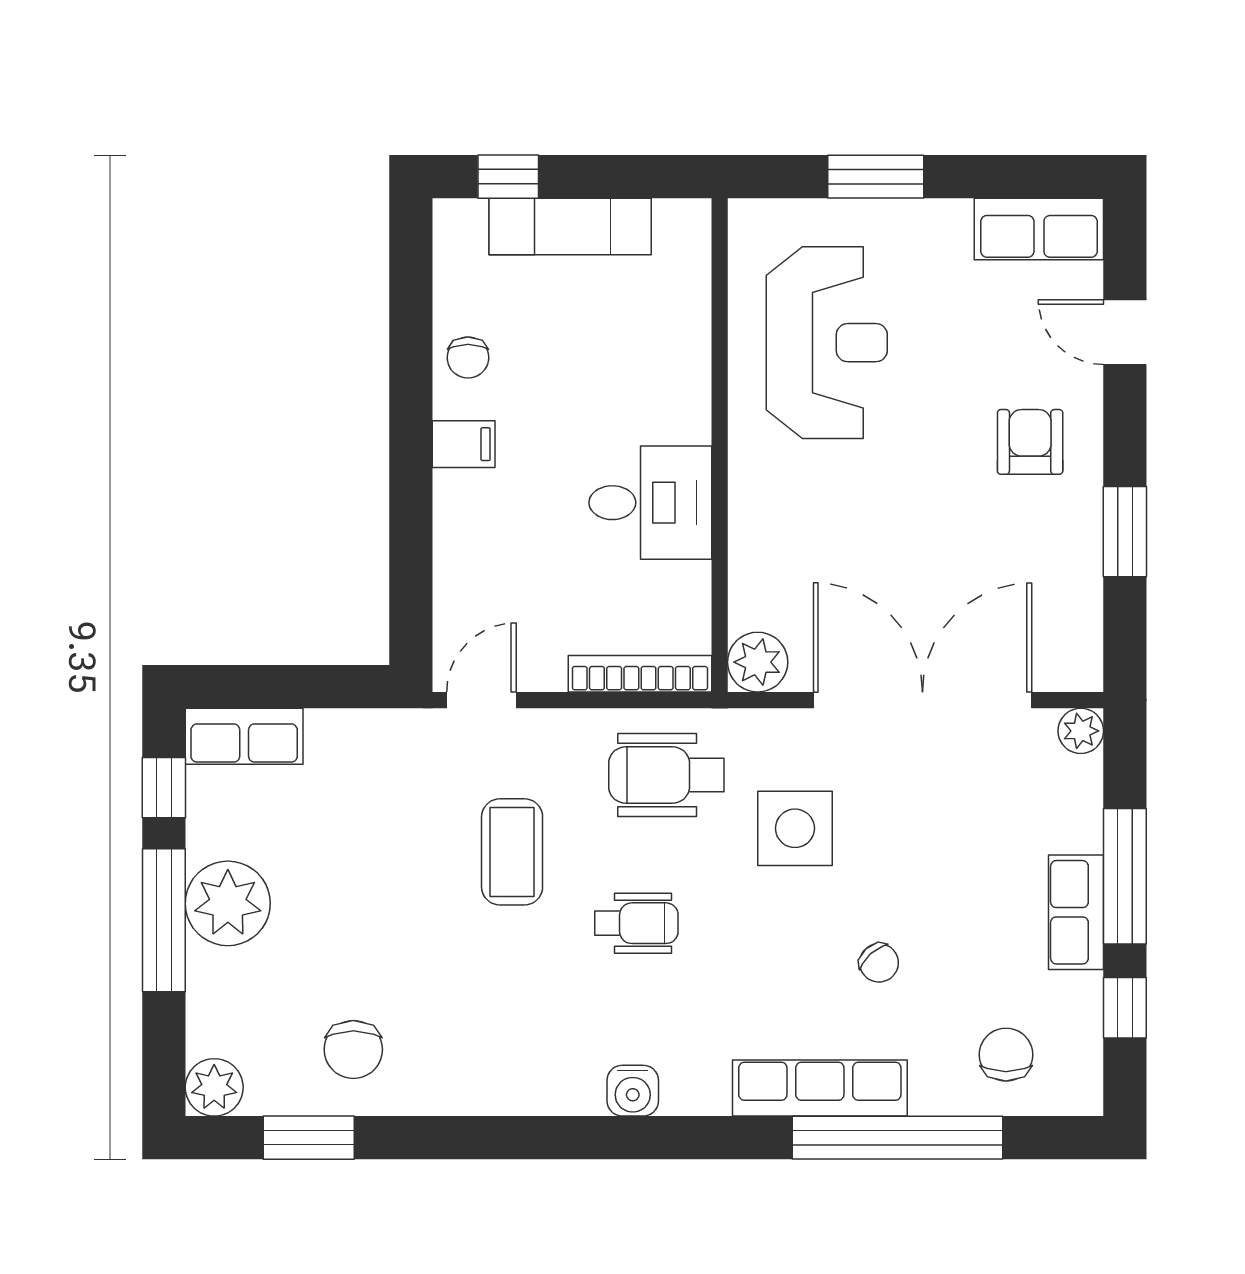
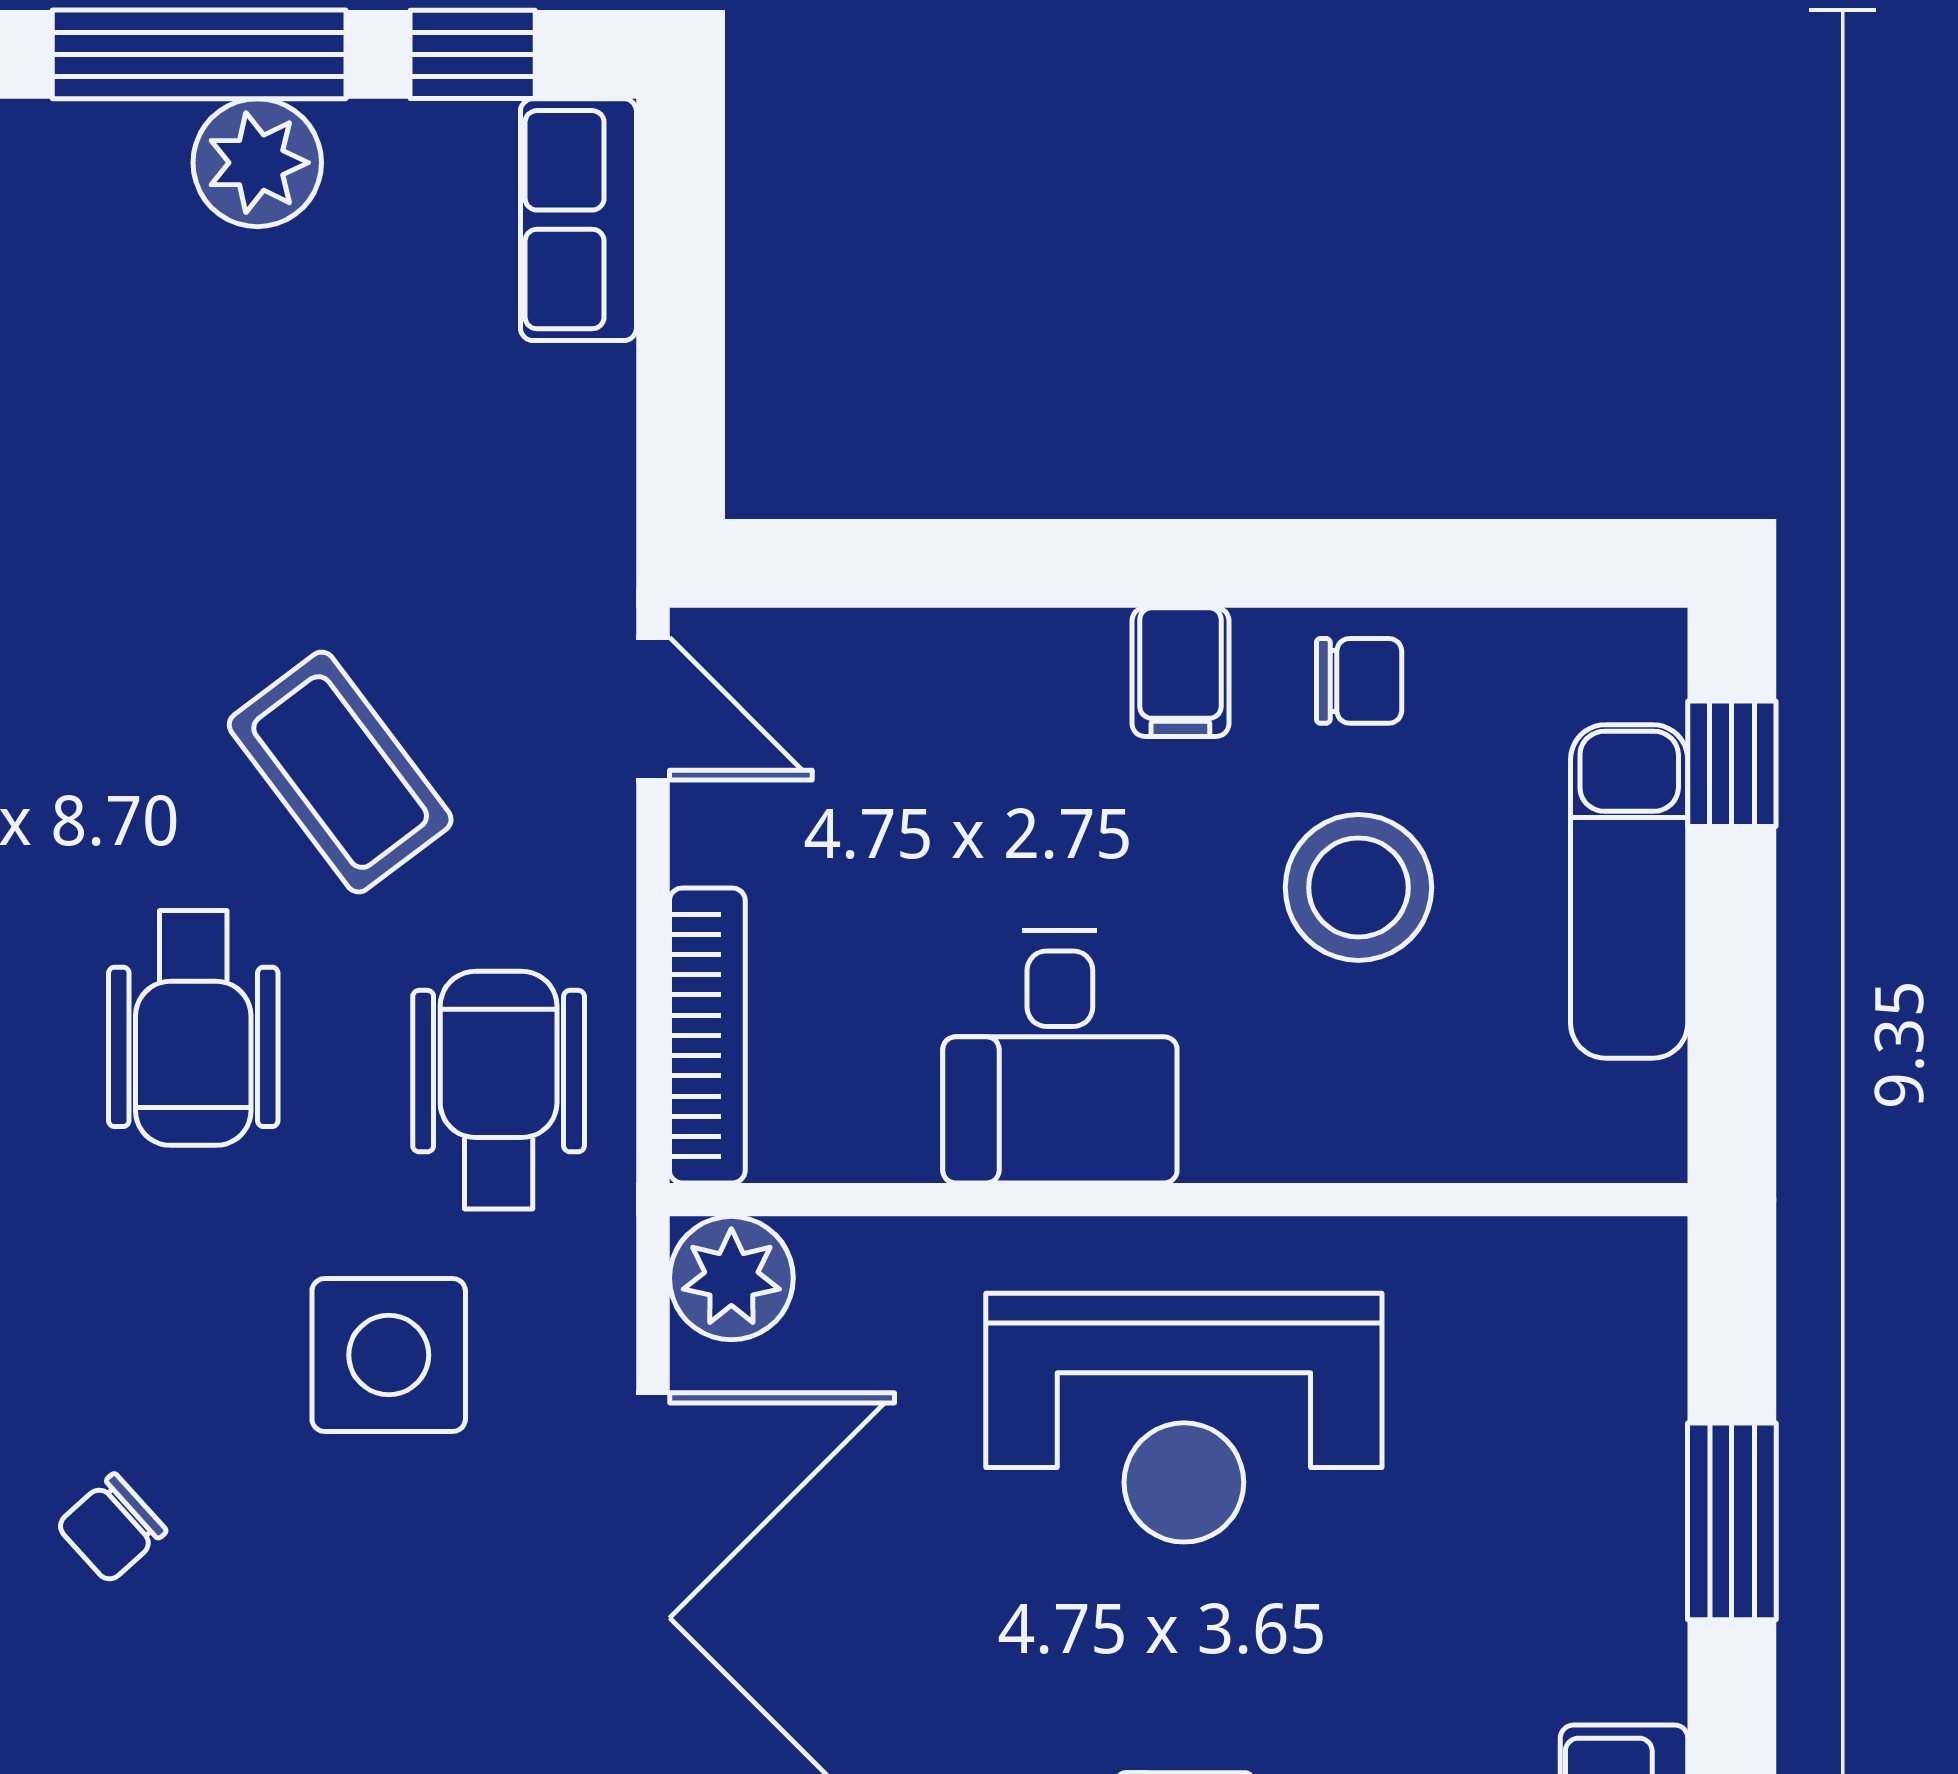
reception desk: (827, 343) -> (1184, 1418), moved
chair: (468, 358) -> (1359, 681), turned 180
stool: (568, 358) -> (1358, 887), added
coffee table: (512, 852) -> (340, 772), turned 53
plant: (228, 903) -> (257, 163), width x0.73, depth x0.73
wheelchair: (636, 923) -> (193, 1028), width x1.36, depth x1.37

